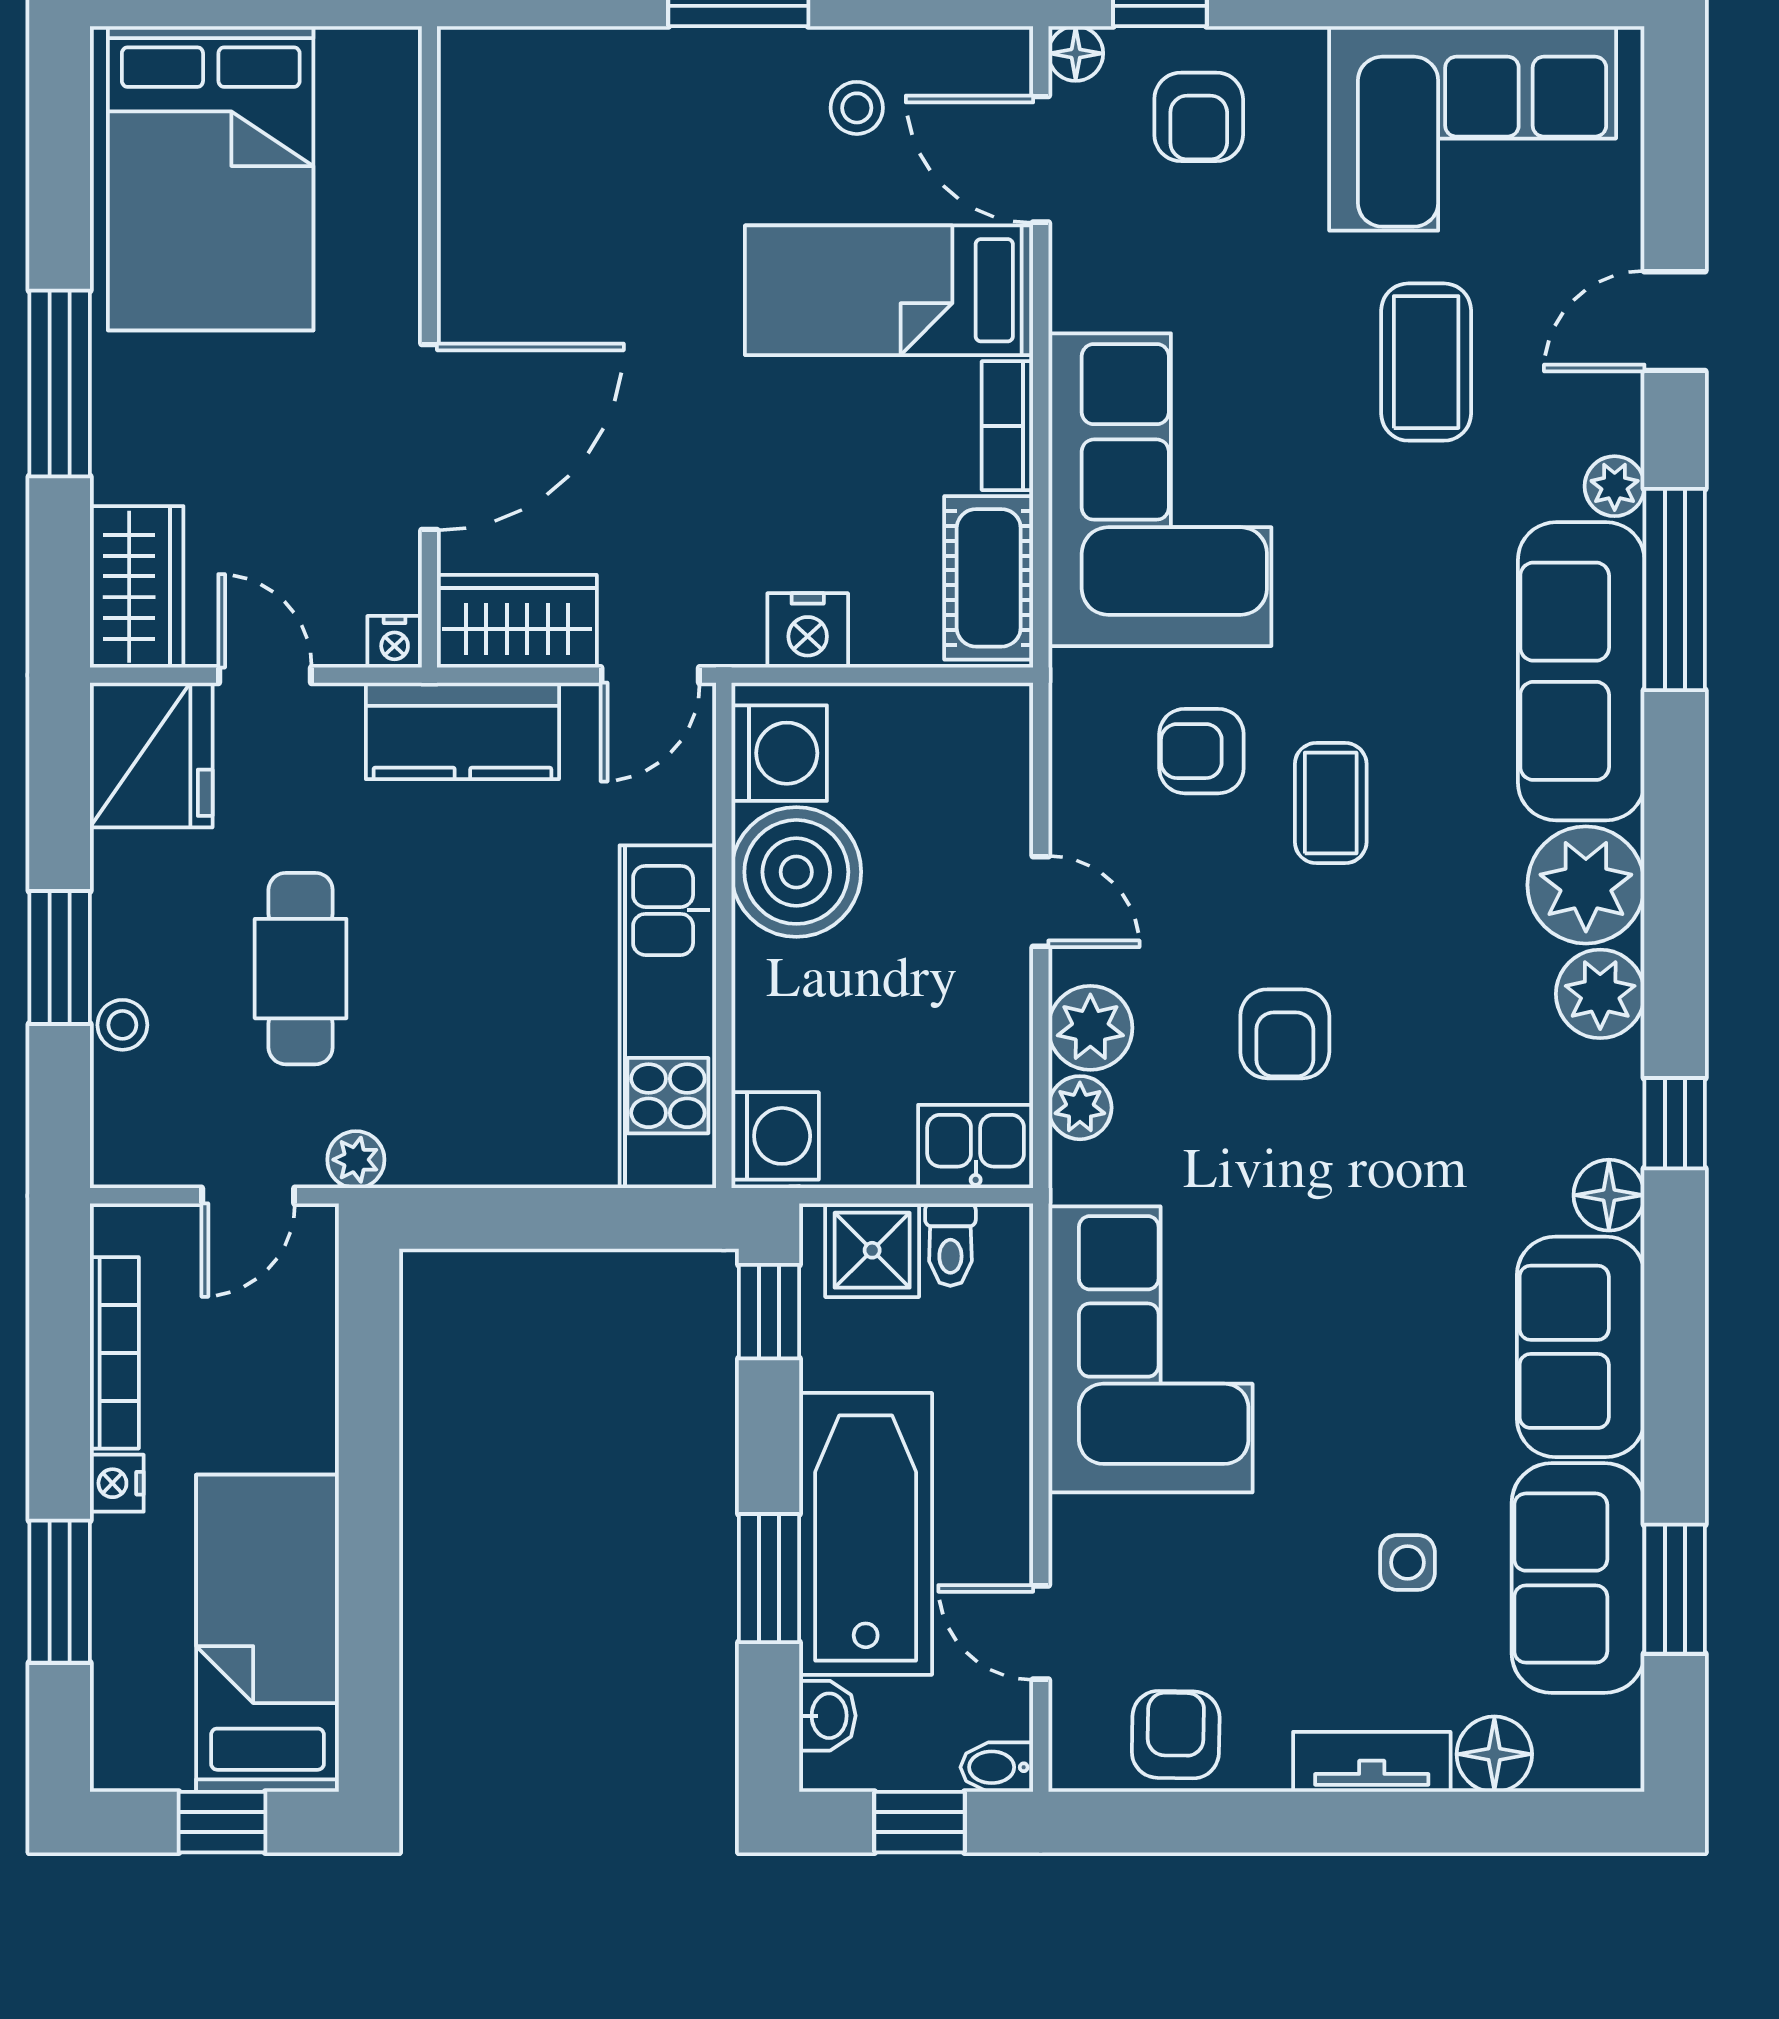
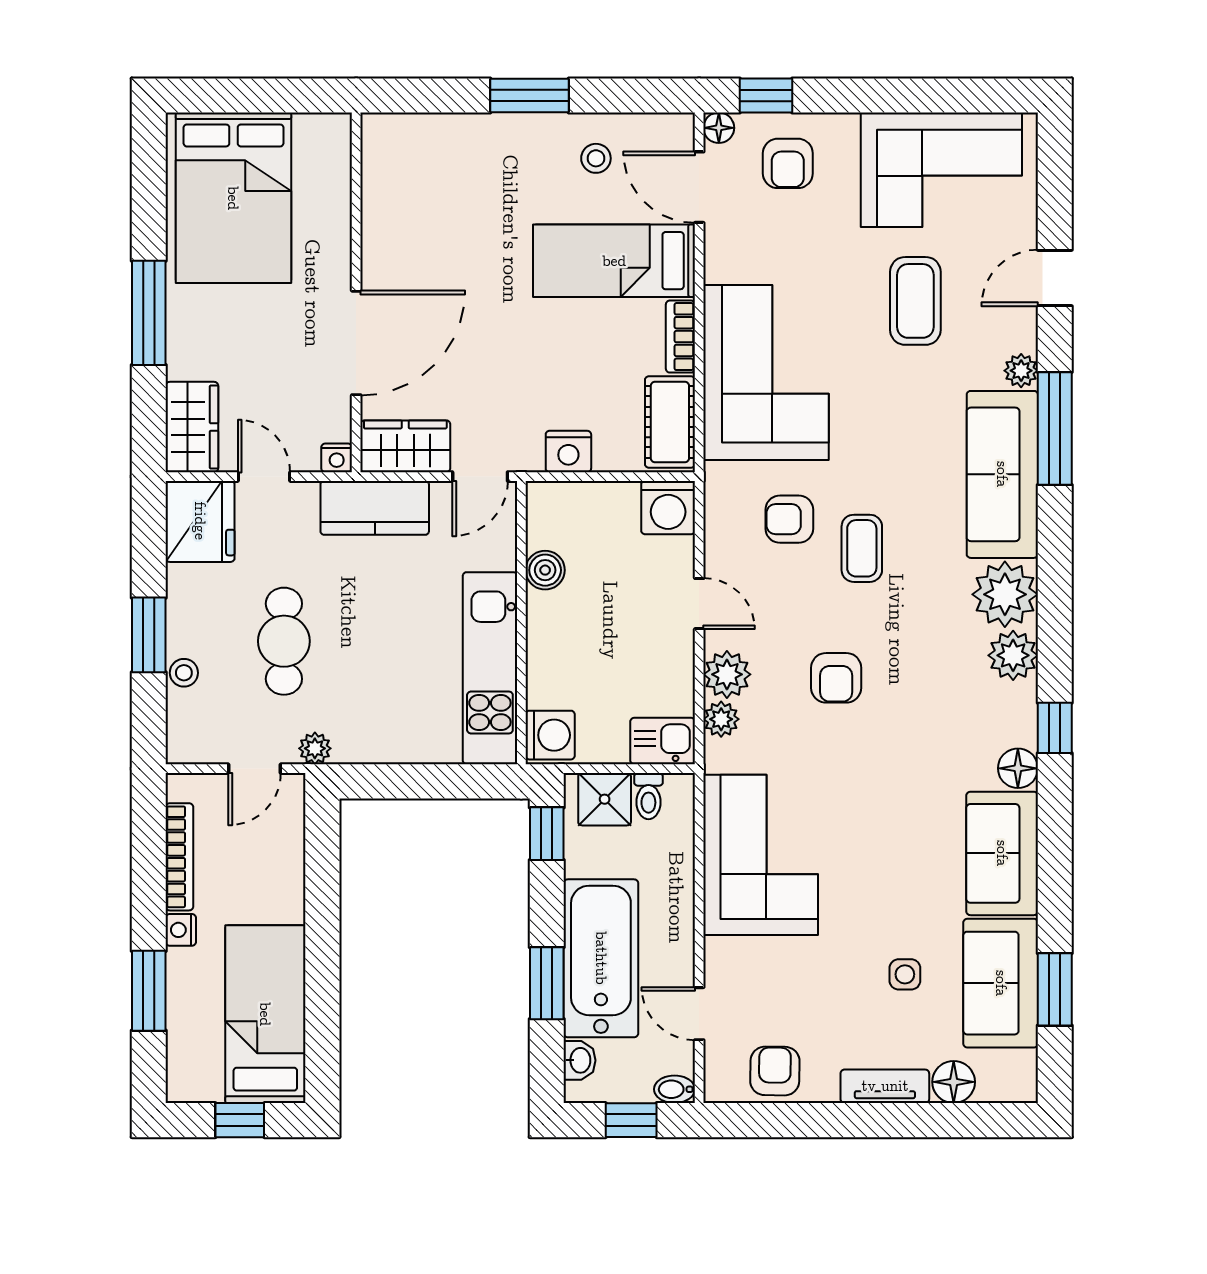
washing machine: (779, 753) -> (668, 508), moved, turned 90
boiler: (796, 872) -> (545, 570), width x0.54, depth x0.54

